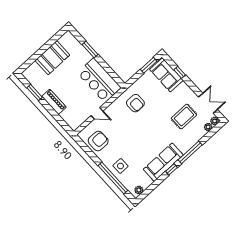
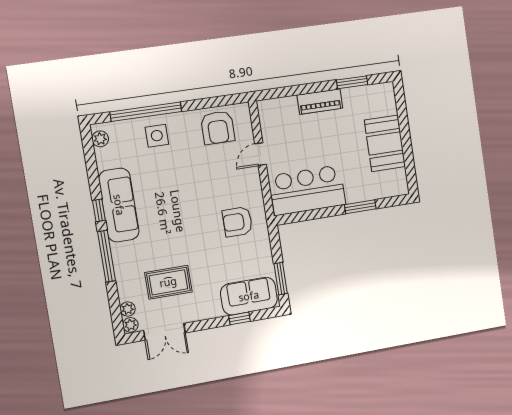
rug: (184, 117) -> (168, 282), turned 90

